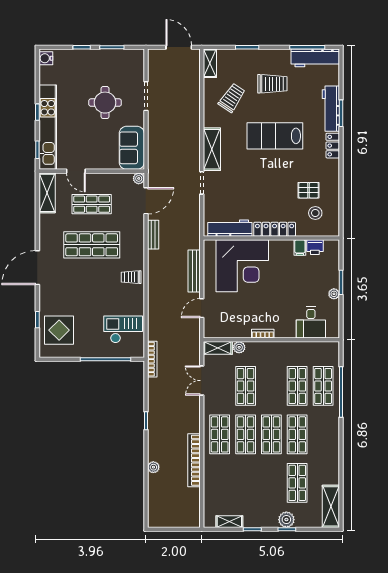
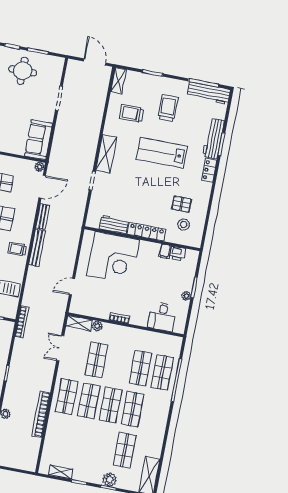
trolley: (272, 84) -> (168, 108), turned -90
trolley: (232, 98) -> (131, 113), turned -124
round table: (105, 103) -> (23, 71), moved
workbench: (230, 228) -> (114, 224), width x0.73
bench: (194, 271) -> (37, 248), moved

